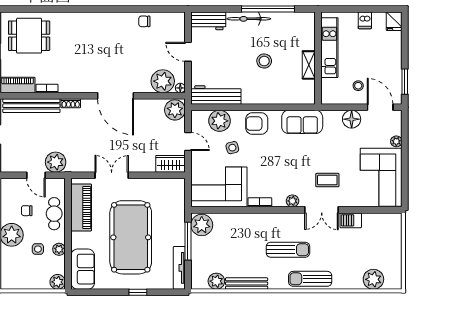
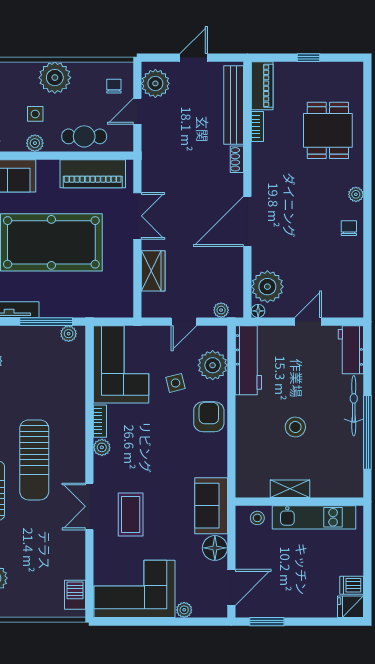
plant: (96, 17) -> (356, 194), added
dishwasher: (365, 20) -> (352, 585), moved
chair: (144, 21) -> (349, 228), moved
dining table: (29, 36) -> (328, 130), moved
stool: (358, 86) -> (257, 518), moved
plant: (175, 110) -> (221, 310), width x0.53, depth x0.53
sofa: (302, 122) -> (211, 506), moved
plant: (56, 162) -> (155, 83), moved
wardrobe: (170, 164) -> (153, 271), moved
coffee table: (327, 180) -> (131, 514), width x1.36, depth x1.30
plant: (292, 201) -> (102, 447), moved
chair: (27, 211) -> (114, 86), moved
barbecue: (351, 220) -> (75, 595), moved
plant: (202, 225) -> (69, 334), width x0.53, depth x0.53
sun lounger: (288, 250) -> (34, 460), width x1.36, depth x1.34

